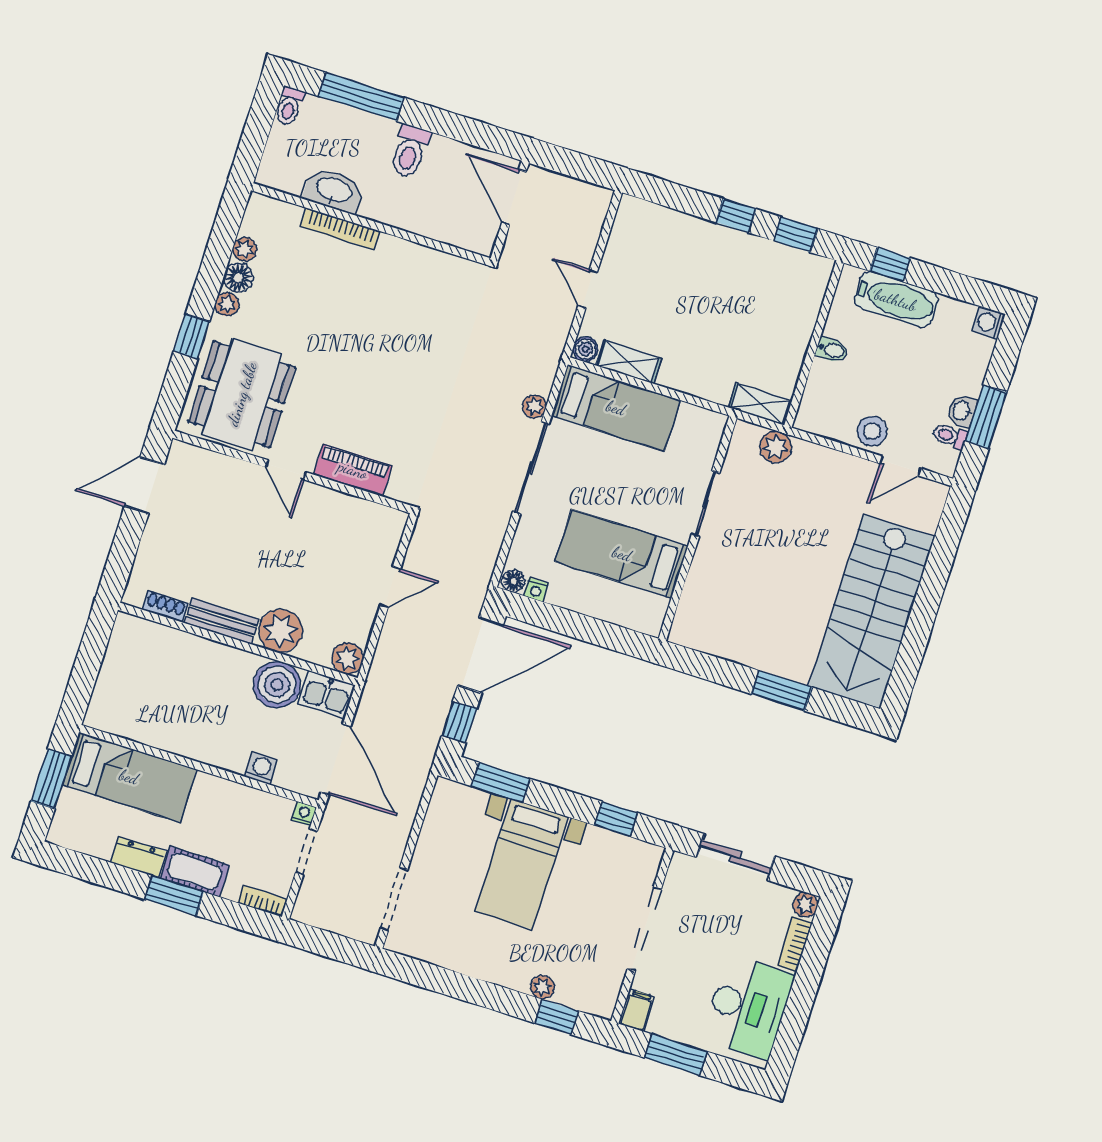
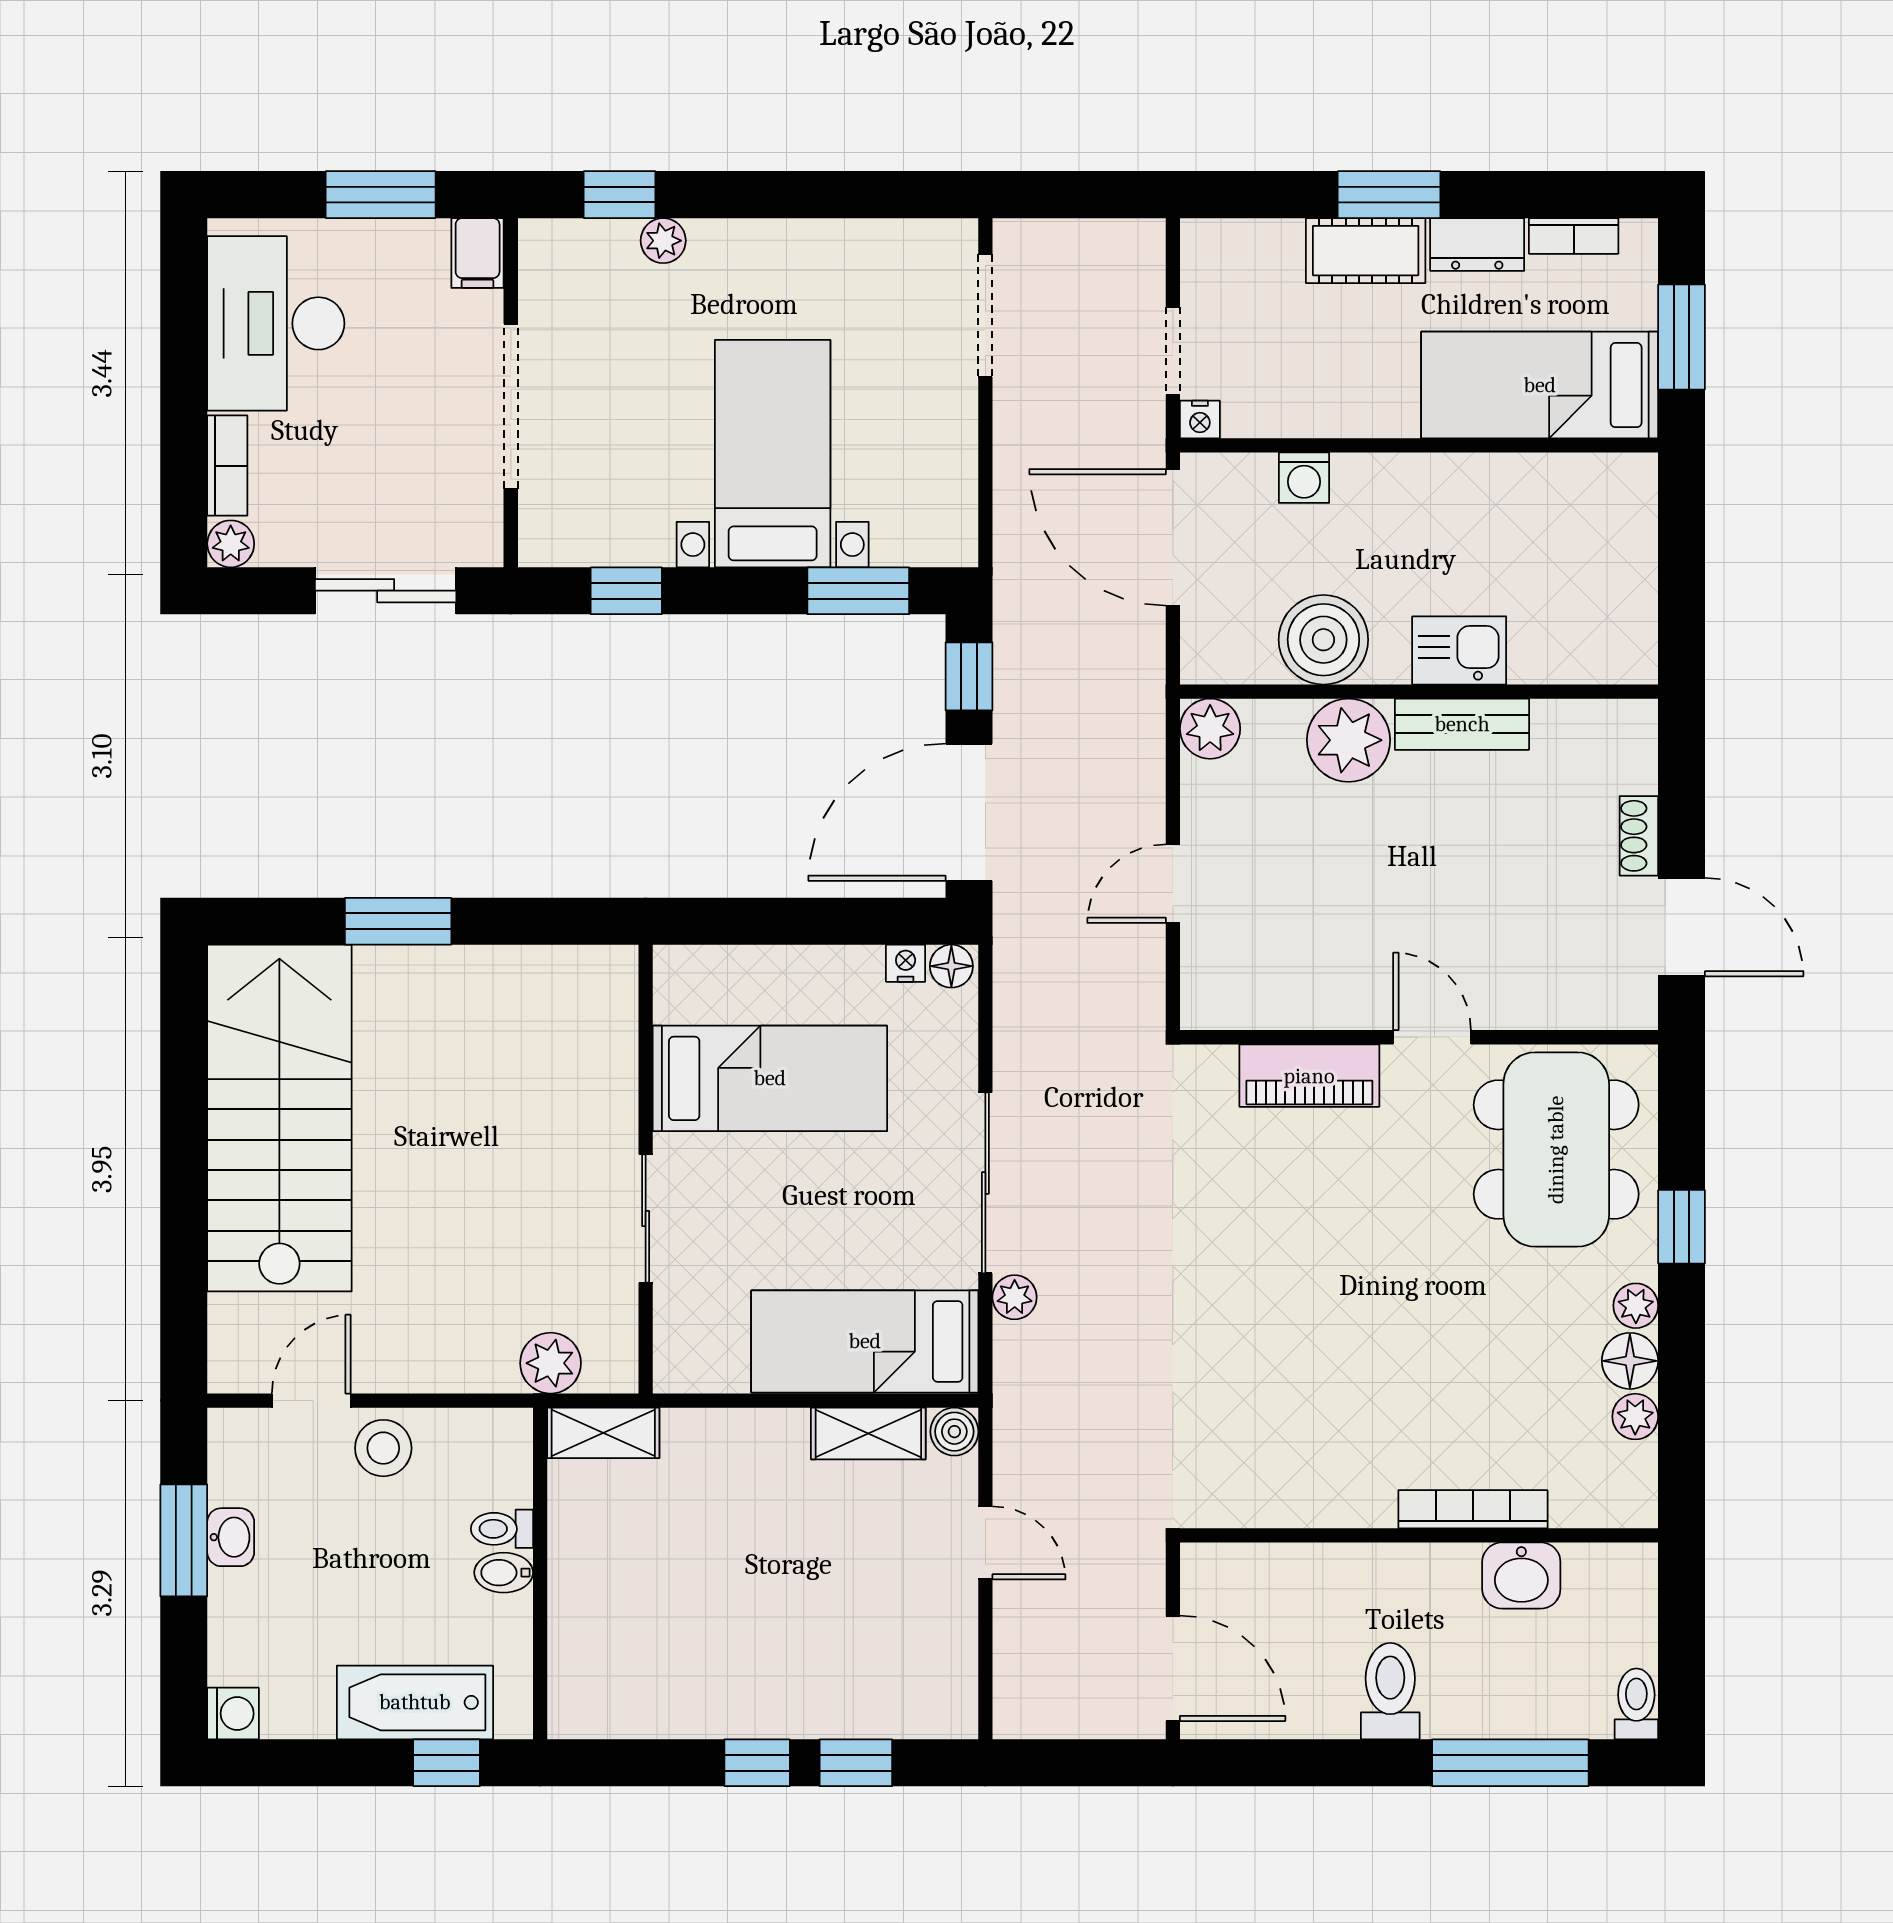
washbasin: (334, 191) -> (1521, 1575), width x0.72
window: (796, 235) -> (856, 1763), moved
toilet: (950, 436) -> (502, 1529), moved, turned 180
door: (144, 485) -> (1682, 927), hinge flipped
shoe rack: (165, 606) -> (1639, 836), moved, turned 90
kitchen sink: (327, 695) -> (1459, 650), moved
bookcase: (263, 901) -> (1574, 236), moved

